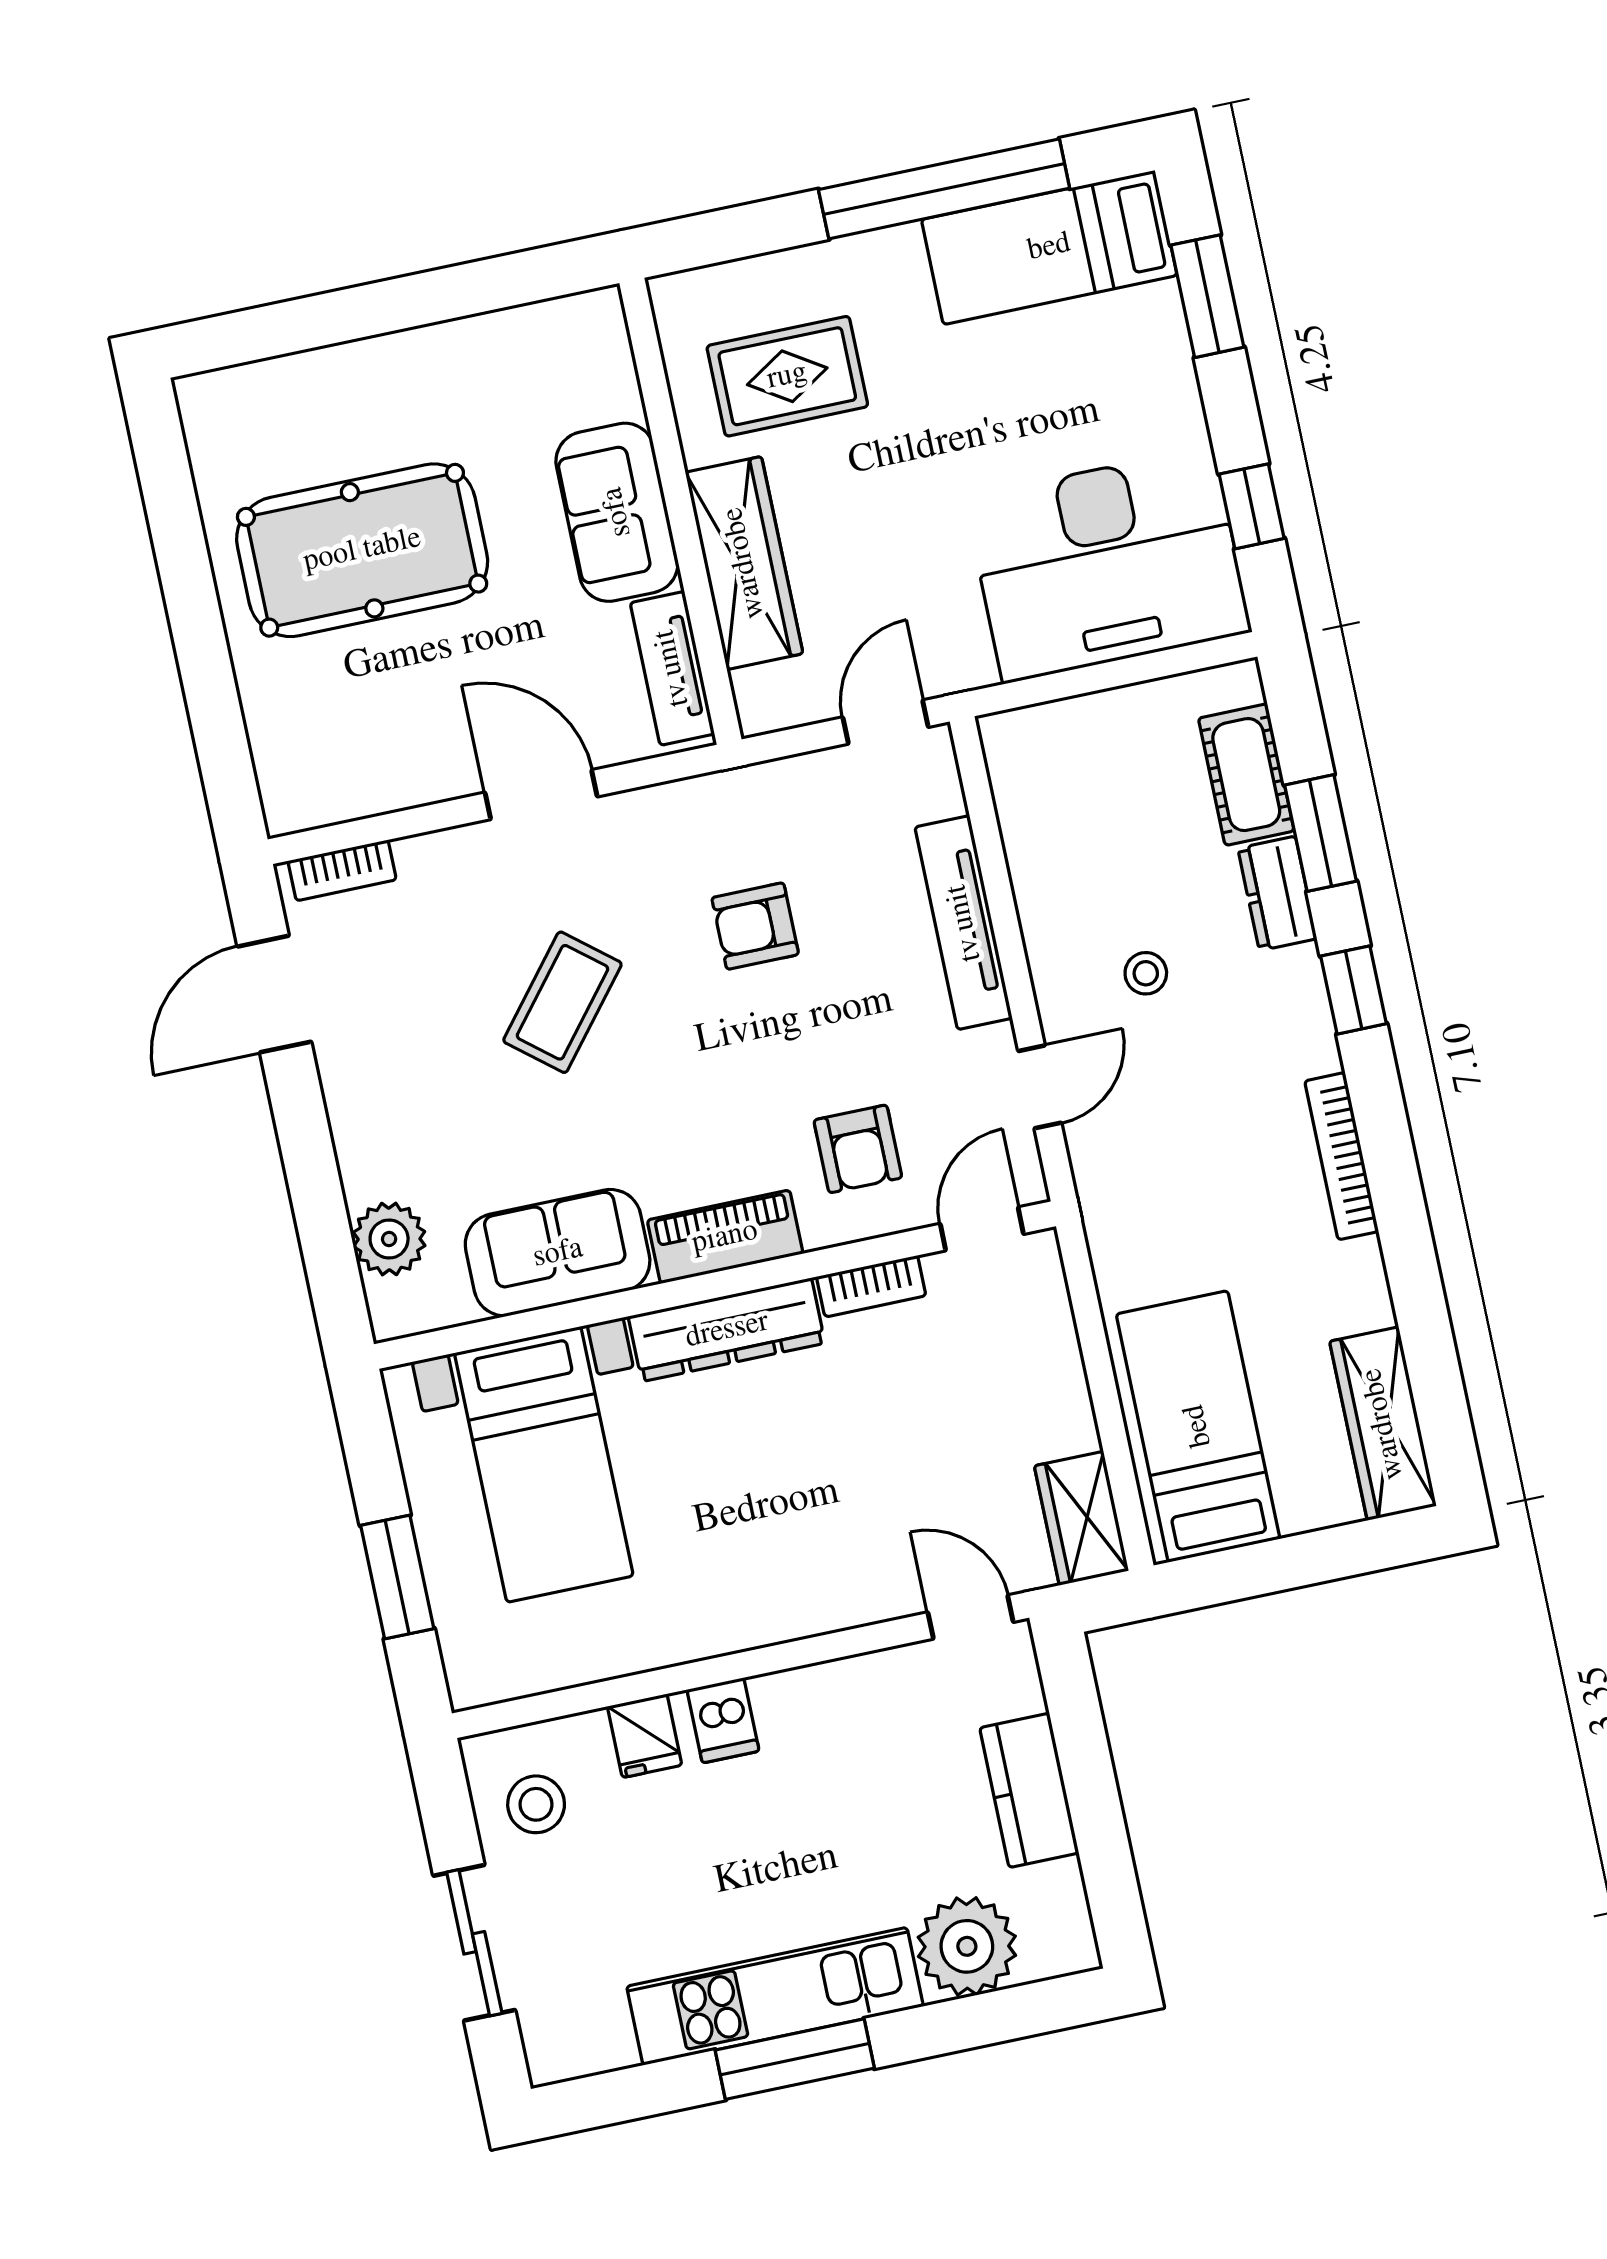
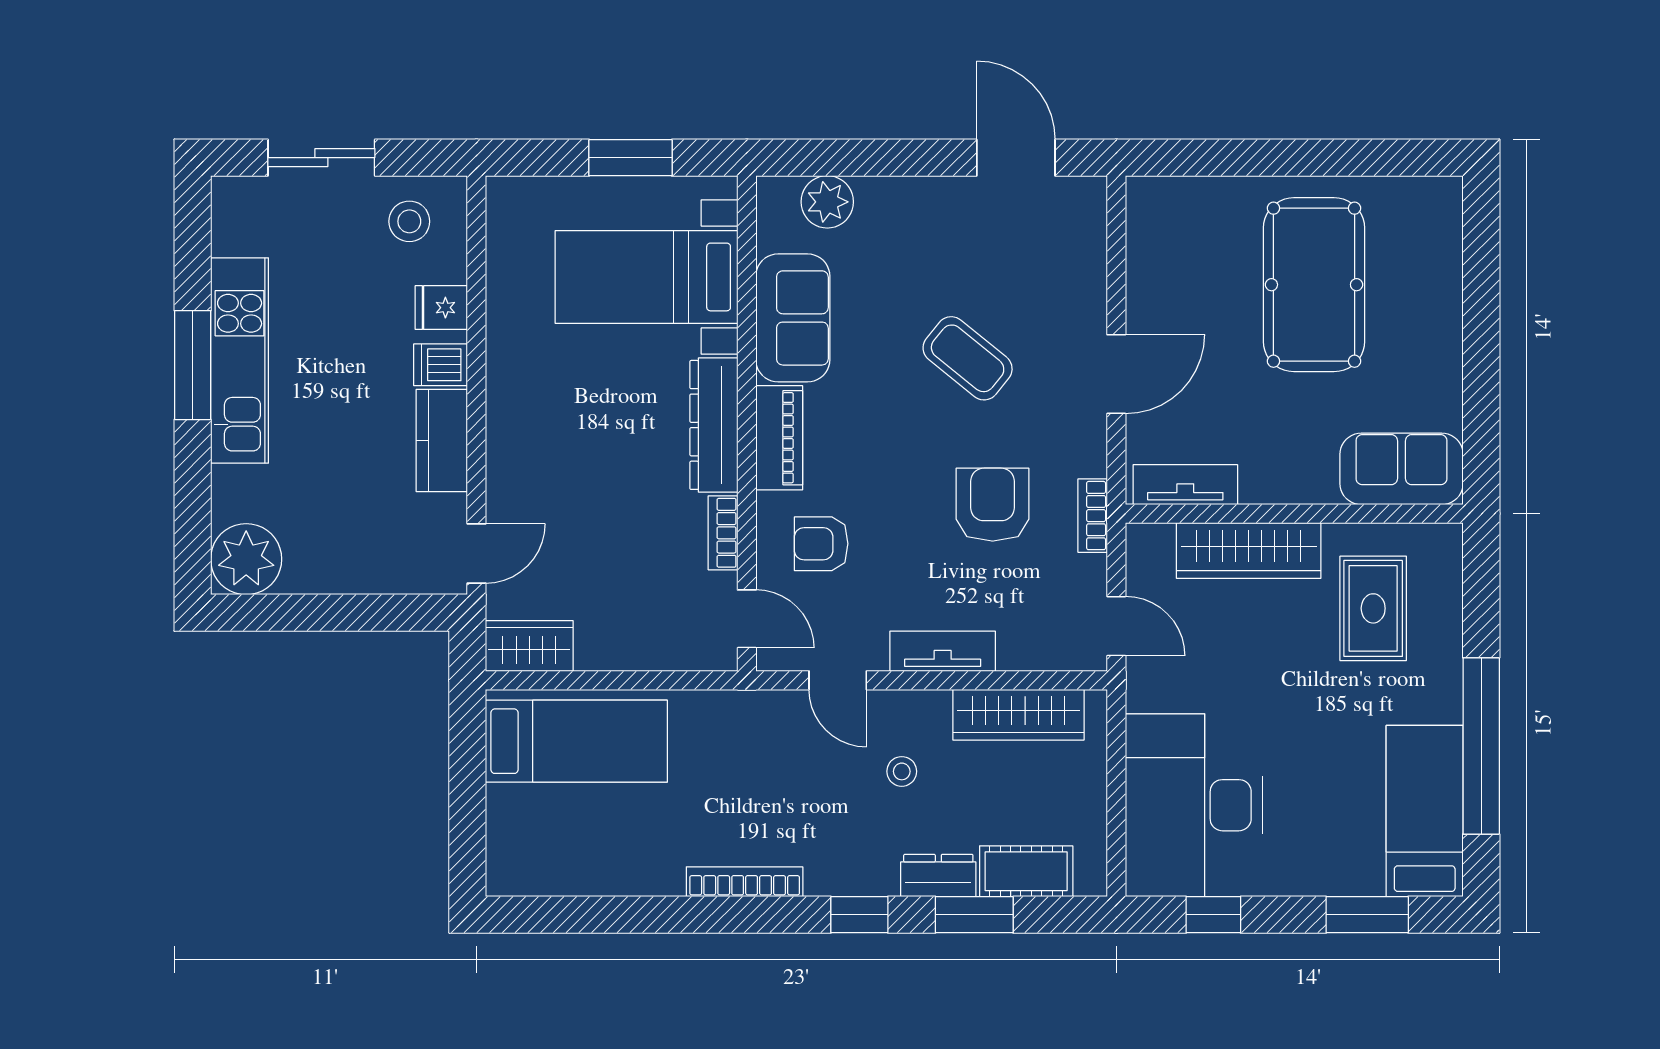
sofa: (617, 512) -> (1401, 469), moved
bookcase: (342, 870) -> (1093, 516), moved
tv unit: (964, 923) -> (943, 651), width x0.71
armchair: (755, 926) -> (993, 505), width x1.38, depth x1.38
wardrobe: (1383, 1424) -> (1018, 715), moved, turned 180
window: (397, 1577) -> (631, 158), moved
kitchen counter: (1029, 1790) -> (442, 440), moved, turned -90
plant: (967, 1946) -> (246, 559), moved

